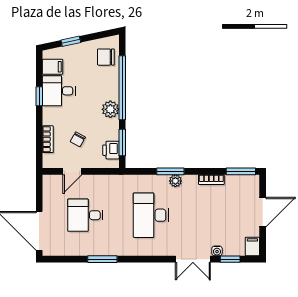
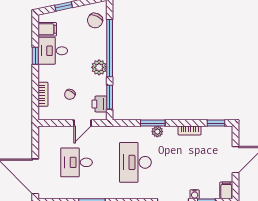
chair: (106, 57) -> (95, 21), turned -64
door: (72, 171) -> (83, 123), moved
window: (241, 171) -> (216, 123), width x0.67

